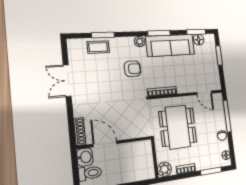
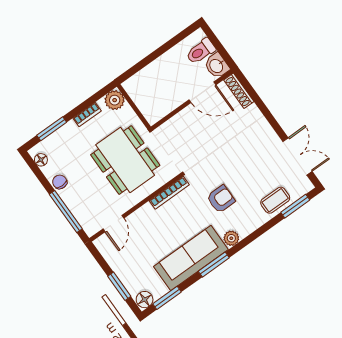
window: (103, 35) -> (295, 206), moved
floor lamp: (199, 40) -> (145, 300), moved
armchair: (133, 69) -> (221, 199), turned 180
double door: (67, 81) -> (298, 156), moved
door: (204, 93) -> (113, 224), swing flipped

